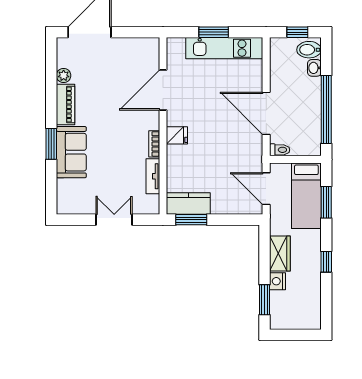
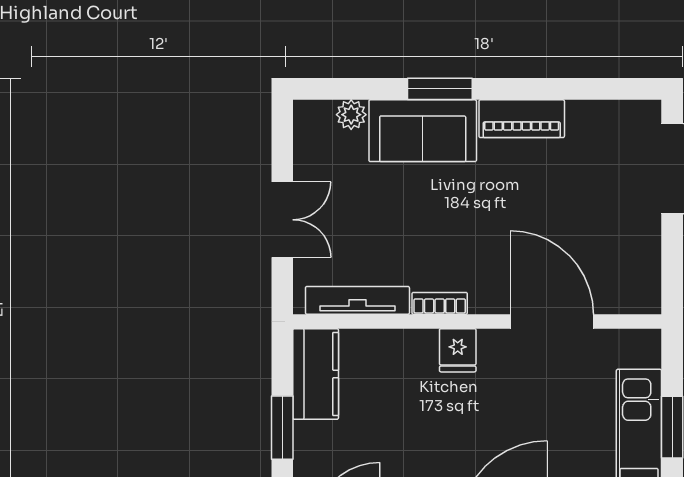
plant: (64, 76) -> (351, 115), moved
tv unit: (153, 176) -> (357, 300), width x1.41
window: (191, 220) -> (282, 428), moved

